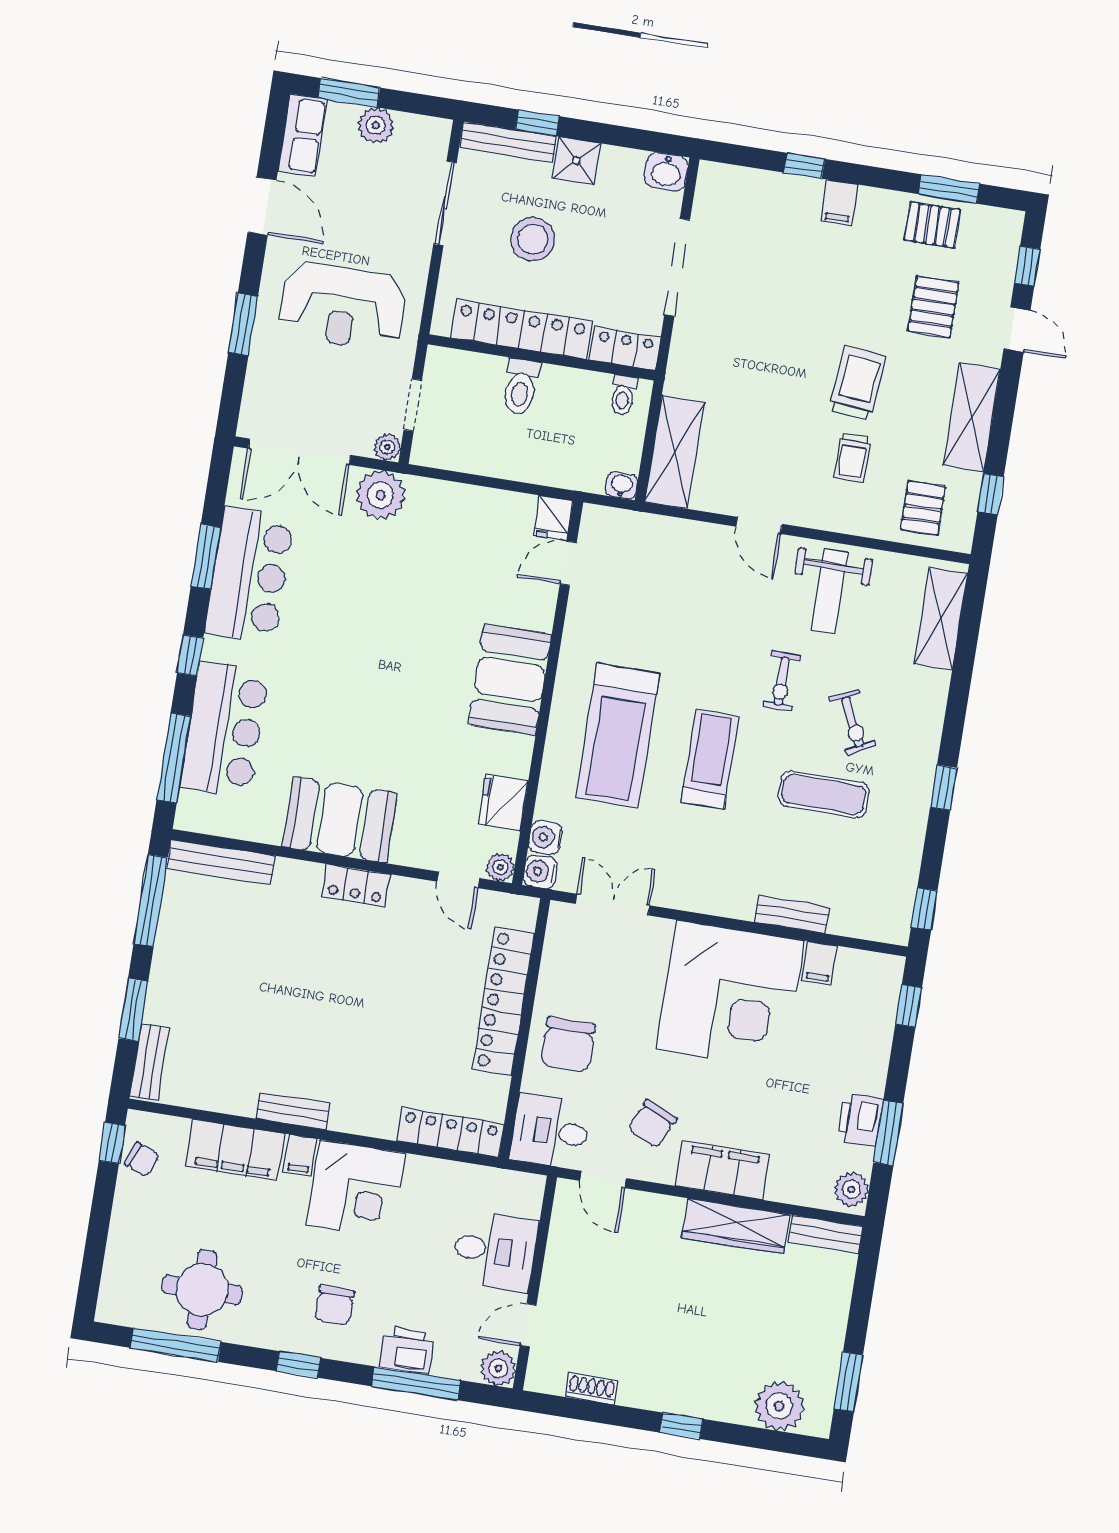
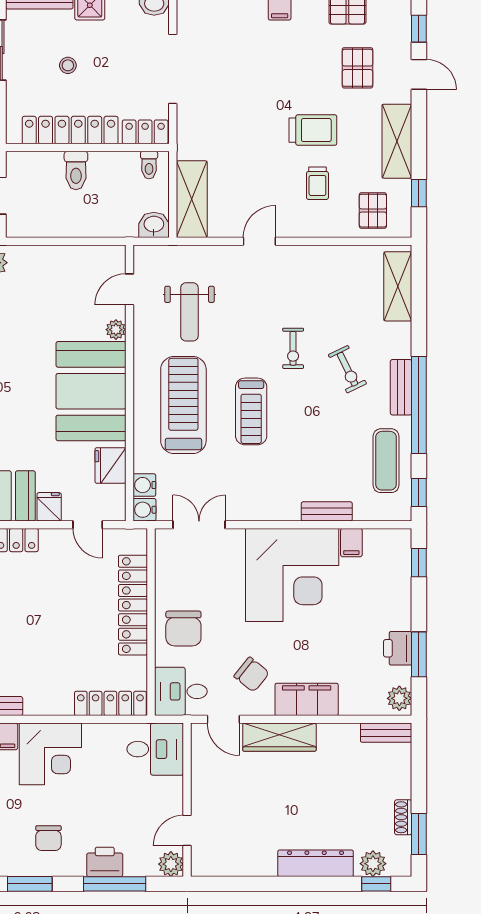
stool: (533, 239) -> (68, 65), width x0.53, depth x0.53
trolley: (858, 383) -> (313, 130), turned 84
washbasin: (621, 486) -> (154, 225), width x1.38, depth x1.45
fridge: (553, 518) -> (49, 507), moved, turned 180
door: (759, 525) -> (259, 241), swing flipped
weight bench: (830, 591) -> (189, 312), moved
booth: (510, 680) -> (91, 391), width x1.36, depth x1.42
treadmill: (617, 735) -> (183, 405), turned 180
treadmill: (710, 759) -> (251, 411), turned 180
bench: (923, 759) -> (401, 387), added
window: (944, 788) -> (419, 405), width x3.17
exercise mat: (824, 794) -> (386, 461), moved, turned 90
plant: (500, 867) -> (116, 330), moved
chair: (652, 1124) -> (252, 675), turned -75
wardrobe: (736, 1226) -> (279, 737), moved
desk: (495, 1251) -> (155, 749), moved
window: (298, 1364) -> (30, 884), width x1.50
shoe rack: (591, 1389) -> (403, 817), moved, turned -90
dresser: (699, 1399) -> (316, 863), added
plant: (779, 1406) -> (373, 864), width x0.73, depth x0.73
window: (681, 1426) -> (376, 884), moved

